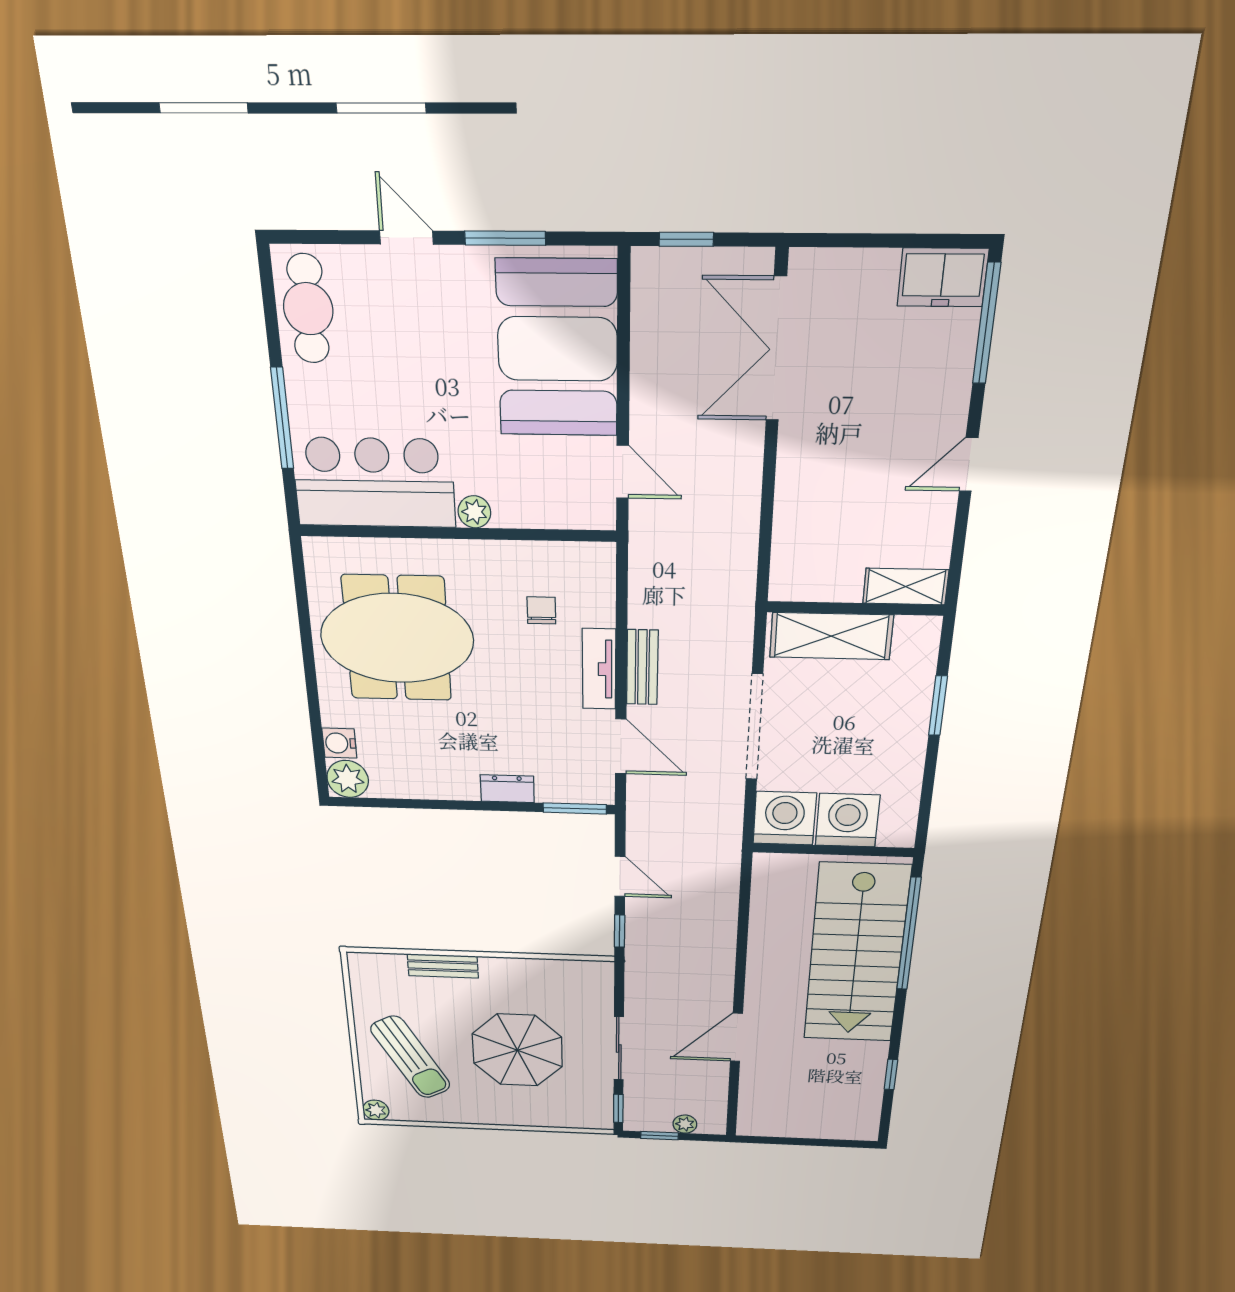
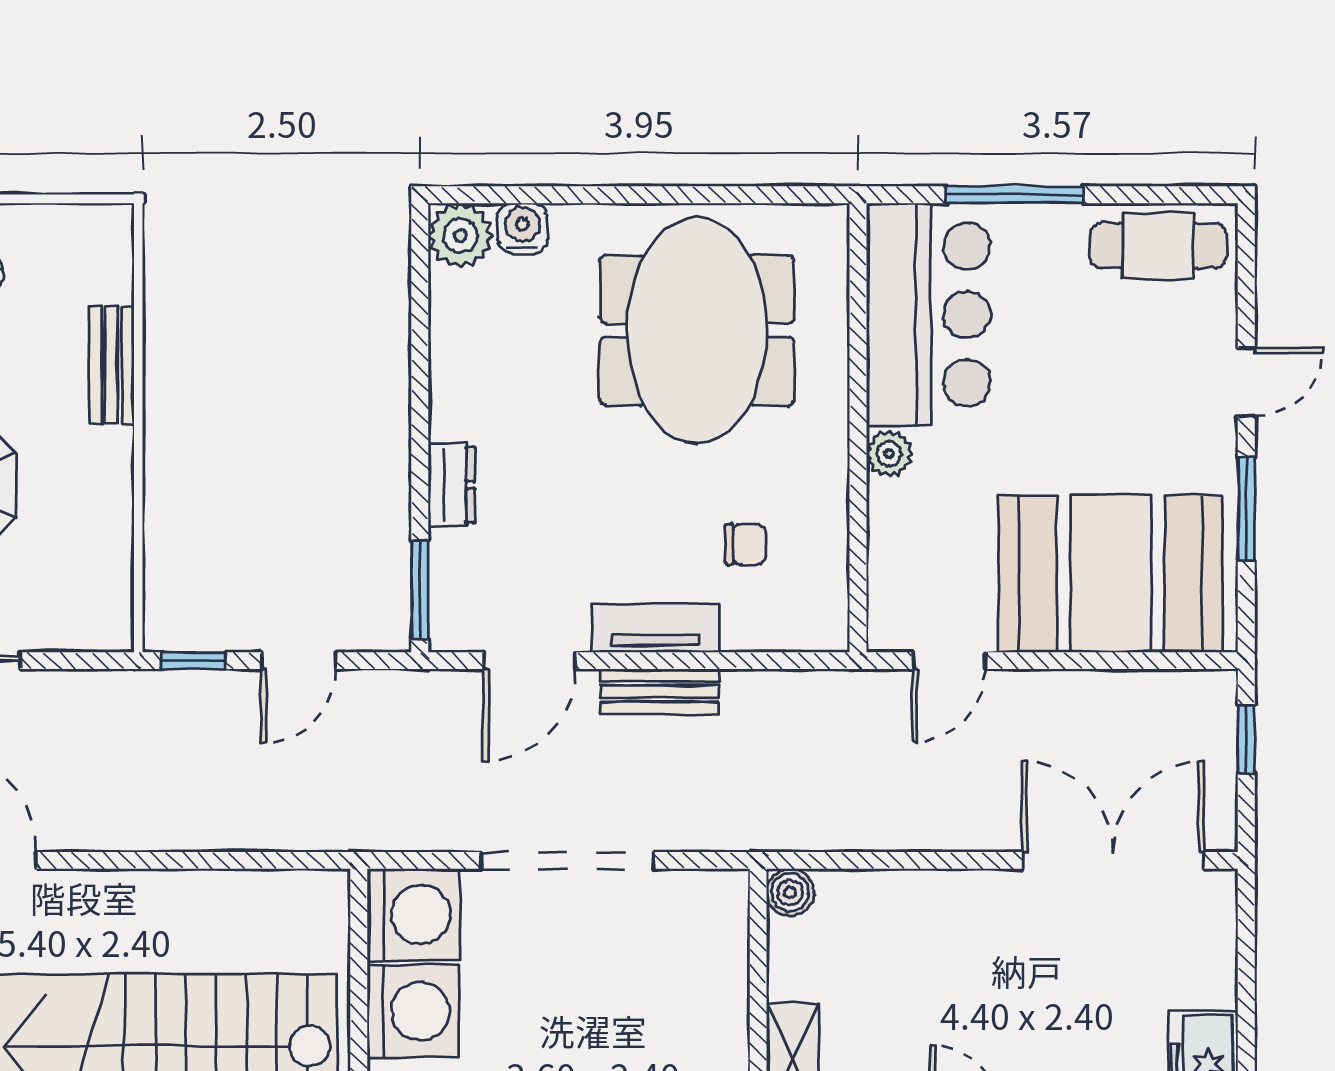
boiler: (785, 586) -> (790, 892), added
shelving: (831, 636) -> (715, 963), removed

